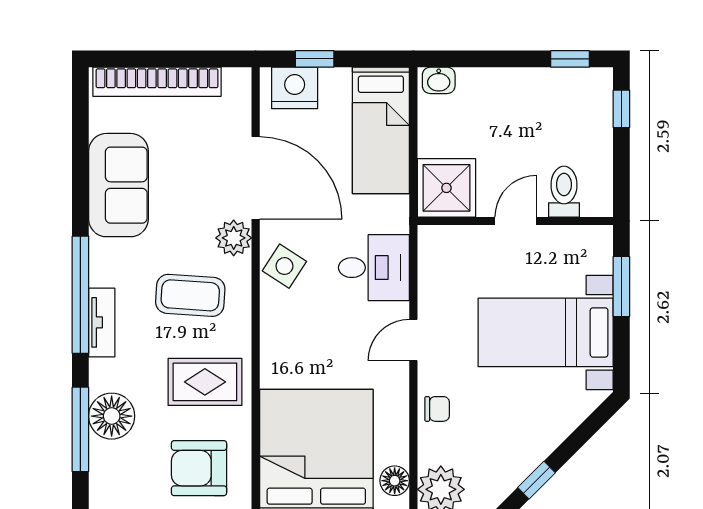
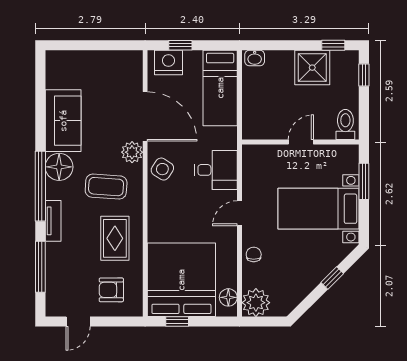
bookcase: (157, 82) -> (86, 59), removed
shower: (446, 188) -> (312, 68), moved
toilet: (564, 192) -> (345, 125), moved
tv unit: (102, 322) -> (53, 221), moved
rug: (205, 382) -> (115, 238), turned 90
chair: (437, 409) -> (254, 254), turned -90
floor lamp: (112, 416) -> (59, 167), moved
armchair: (199, 468) -> (111, 290), width x0.72, depth x0.72
window: (536, 480) -> (332, 278), moved

